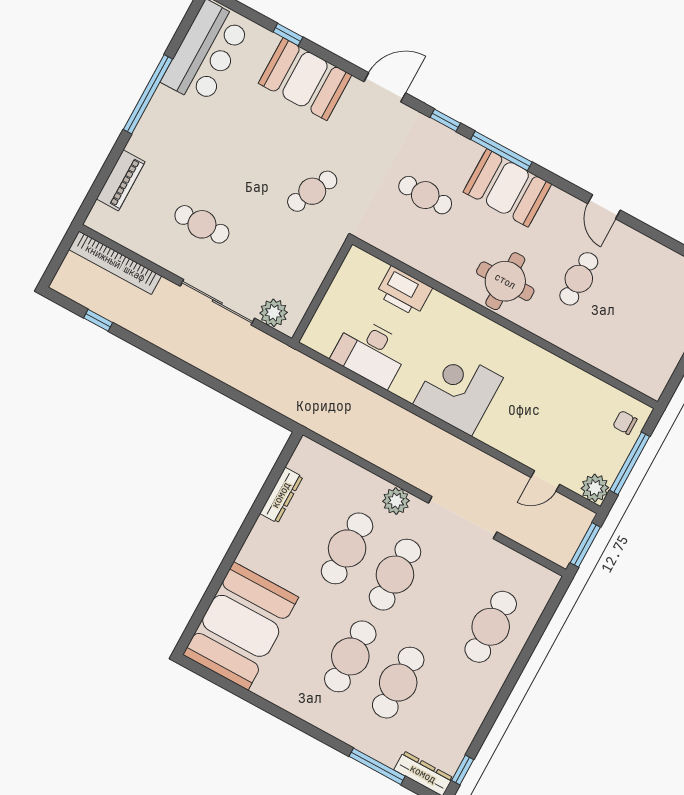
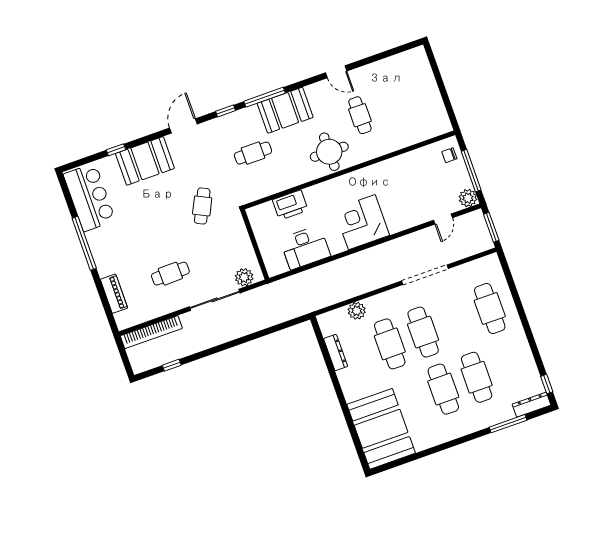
plant: (396, 501) -> (357, 311), moved

